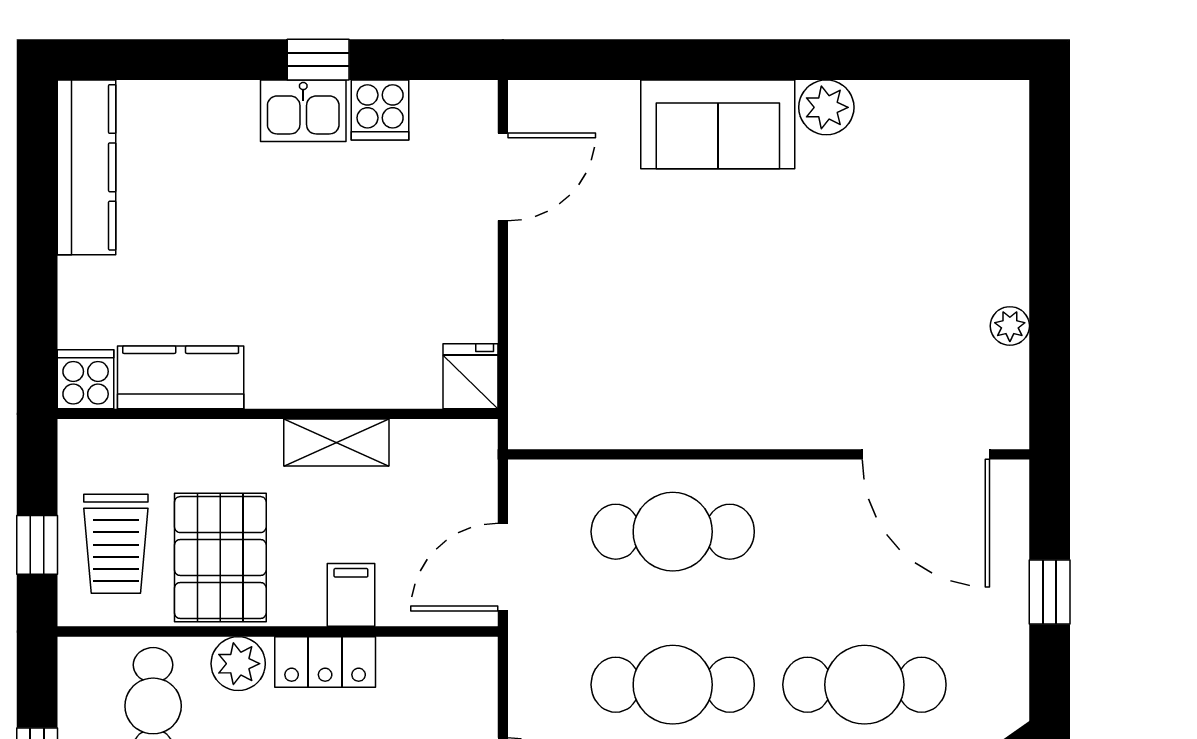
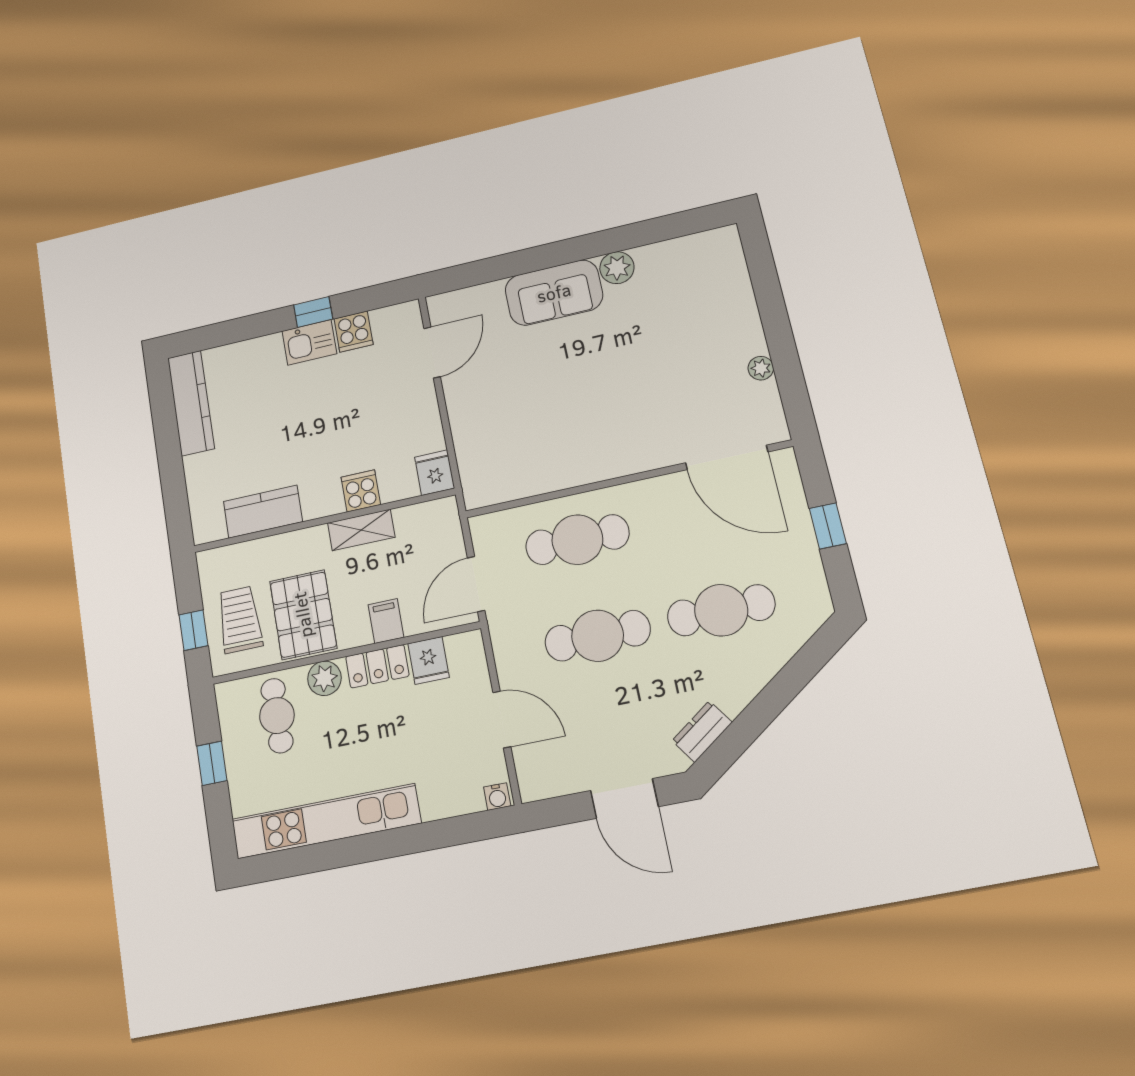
cooker: (86, 379) -> (361, 491), moved
trolley: (116, 544) -> (240, 620), turned 180
fridge: (407, 669) -> (429, 660), added

